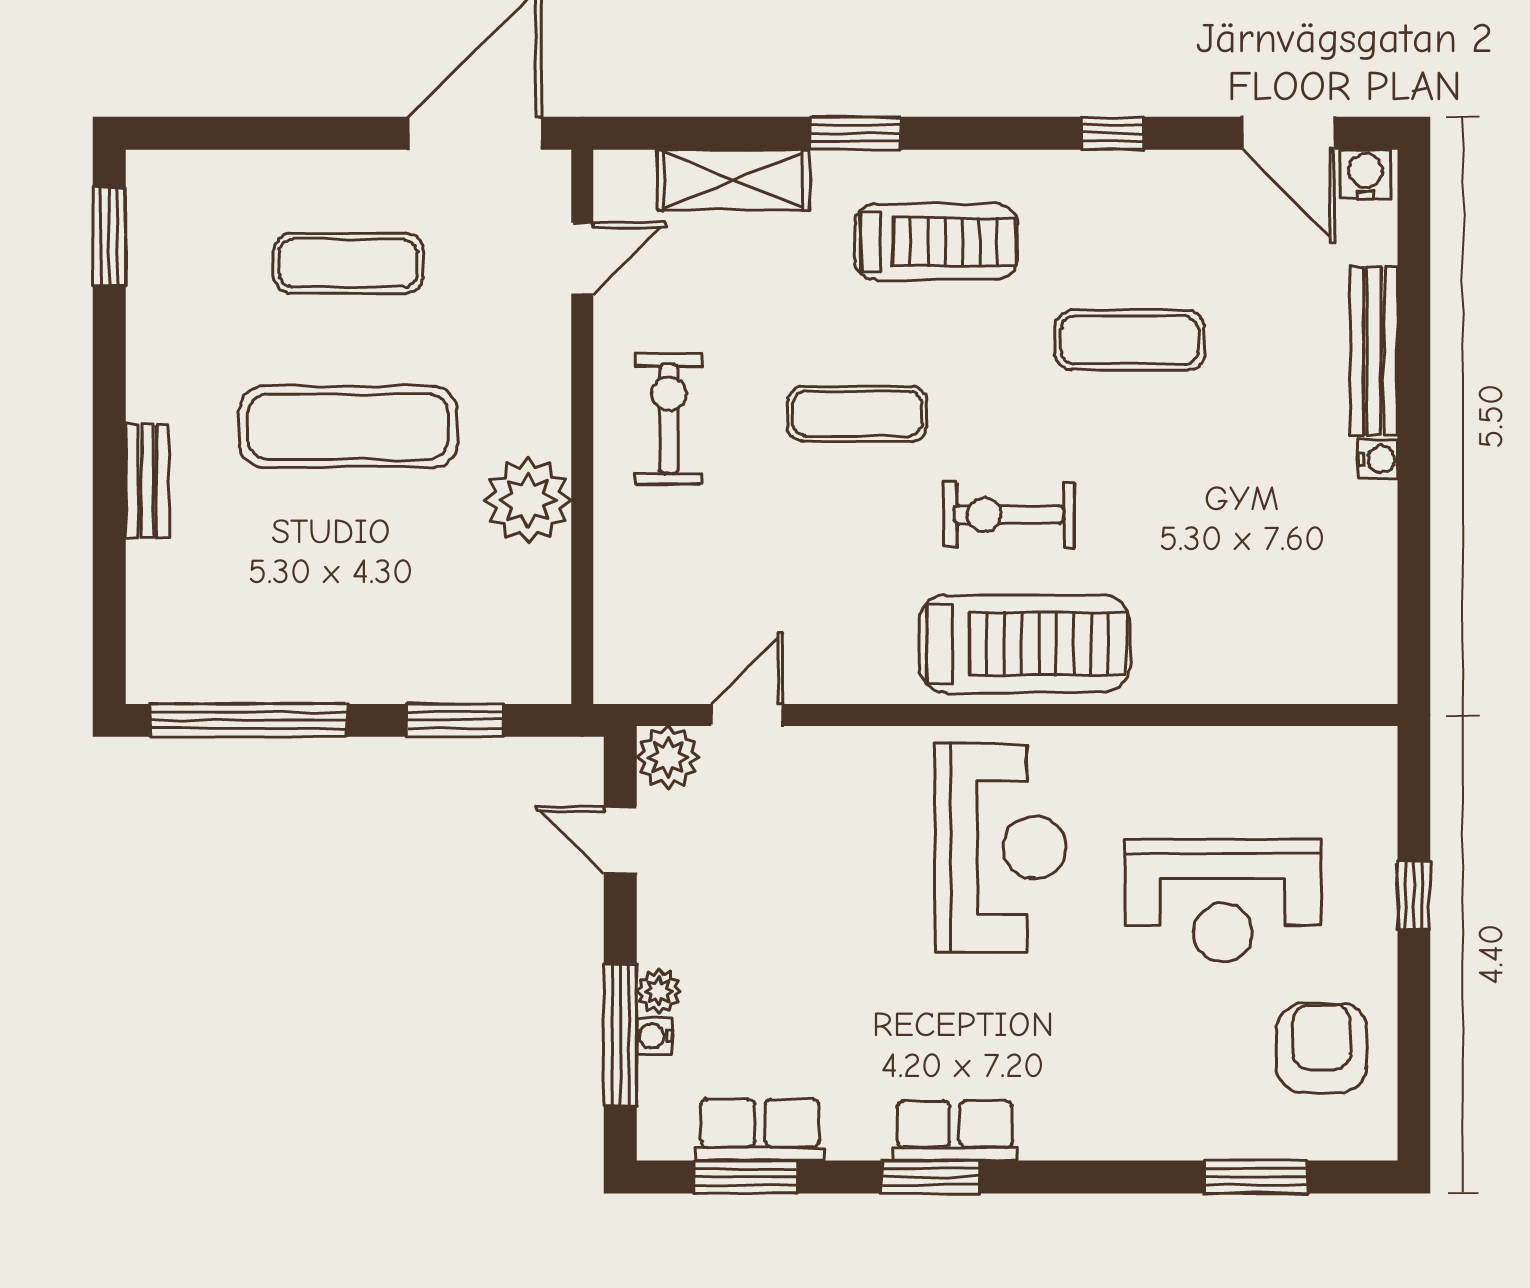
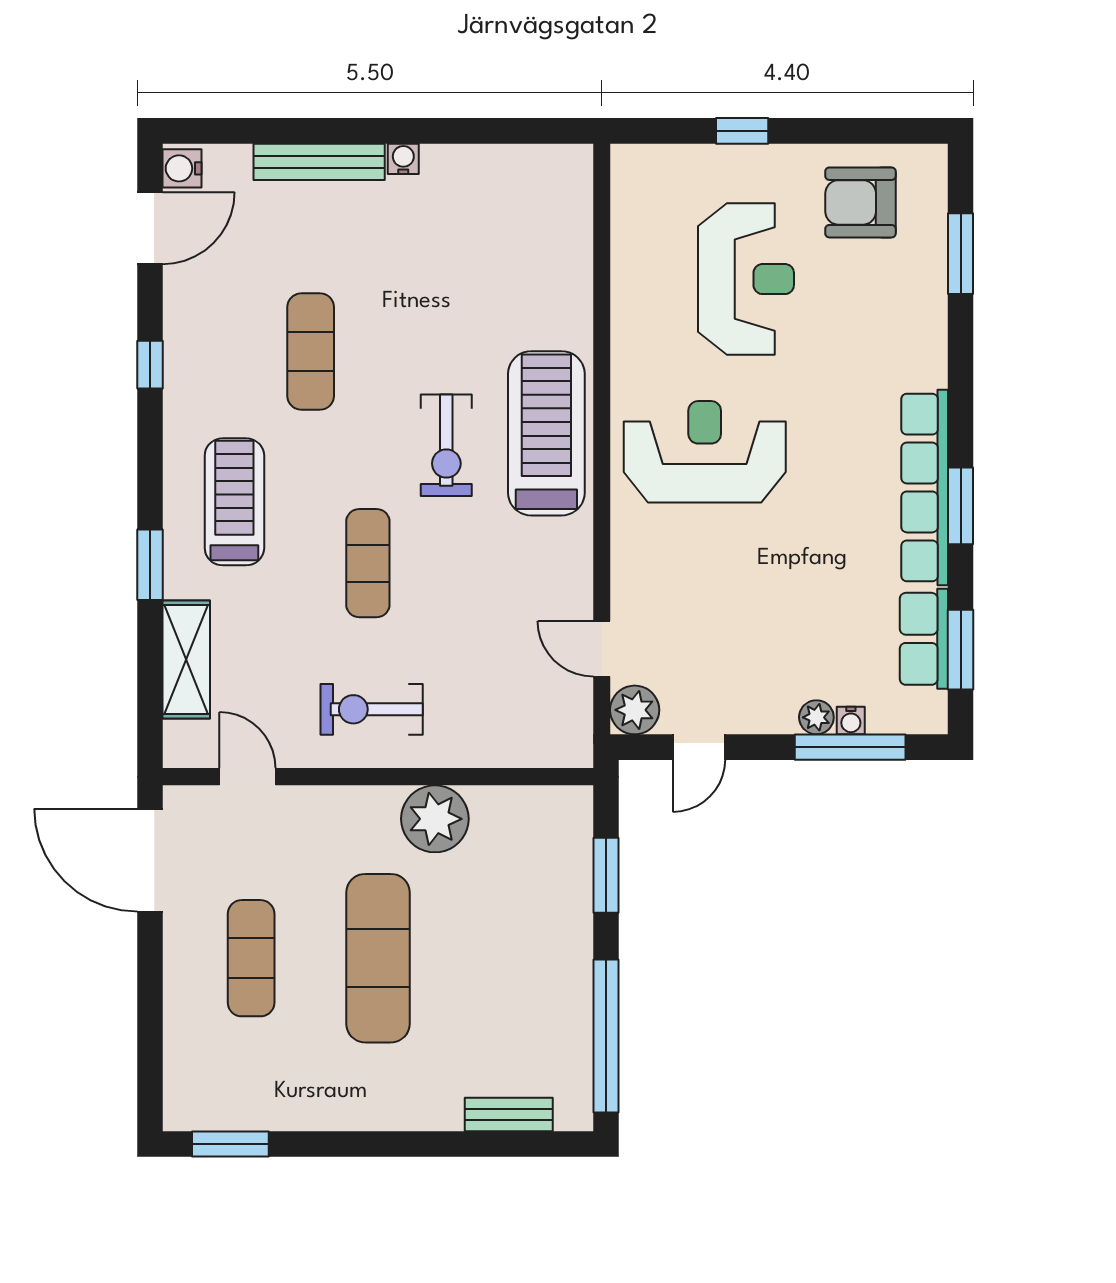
bench: (147, 481) -> (509, 1114), moved
row of seats: (955, 1131) -> (925, 487), width x2.02

